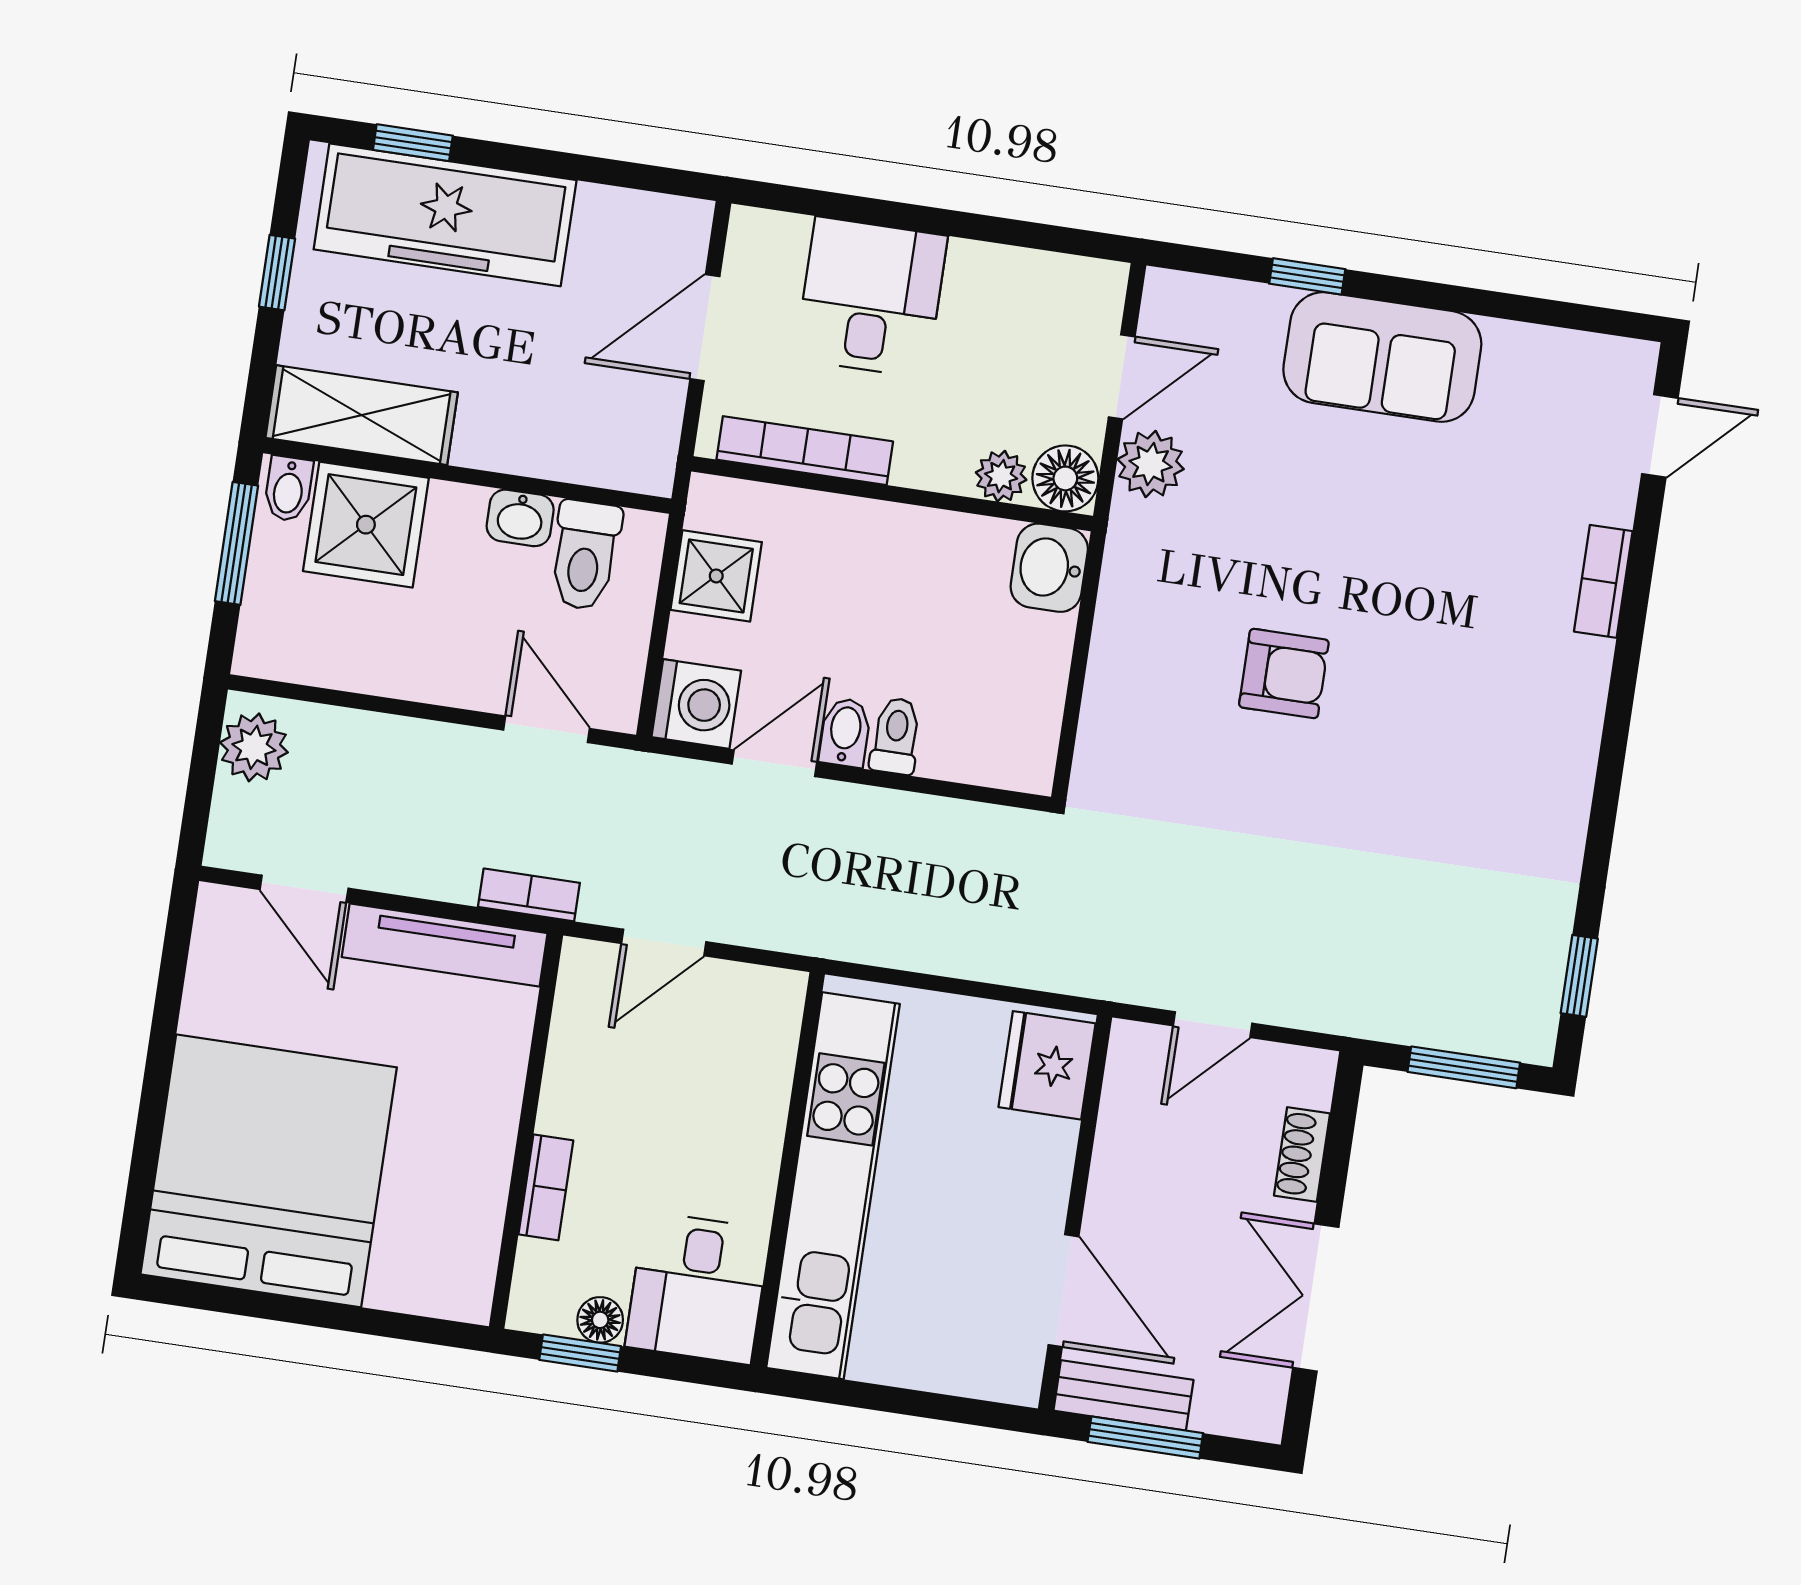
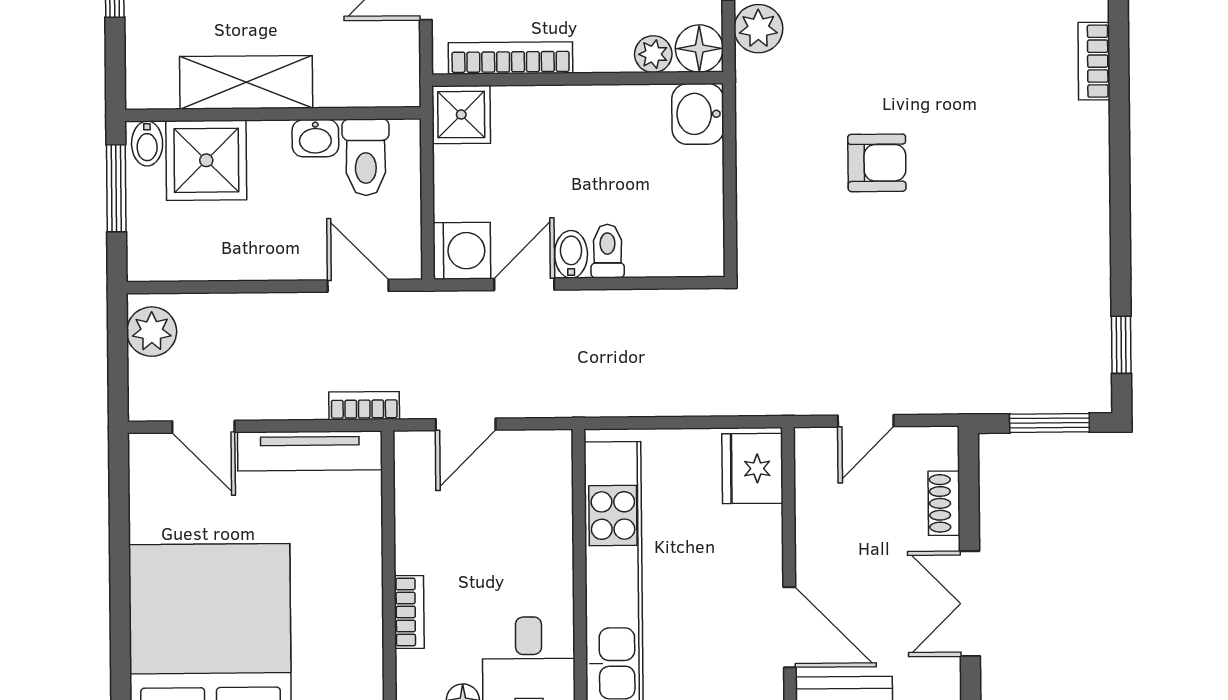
shelving: (362, 415) -> (246, 82), moved
shower: (716, 576) -> (461, 115), moved

